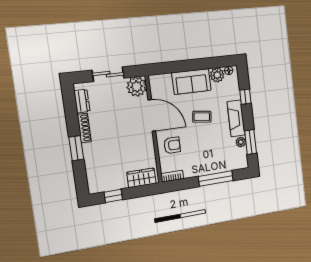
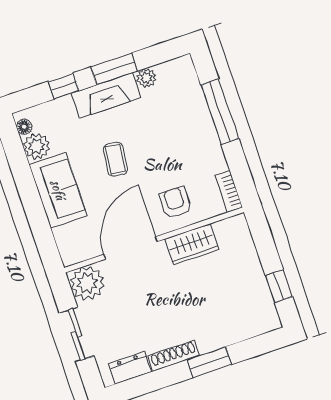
window: (251, 142) -> (114, 69), moved
wardrobe: (141, 178) -> (192, 244), moved, turned -90

